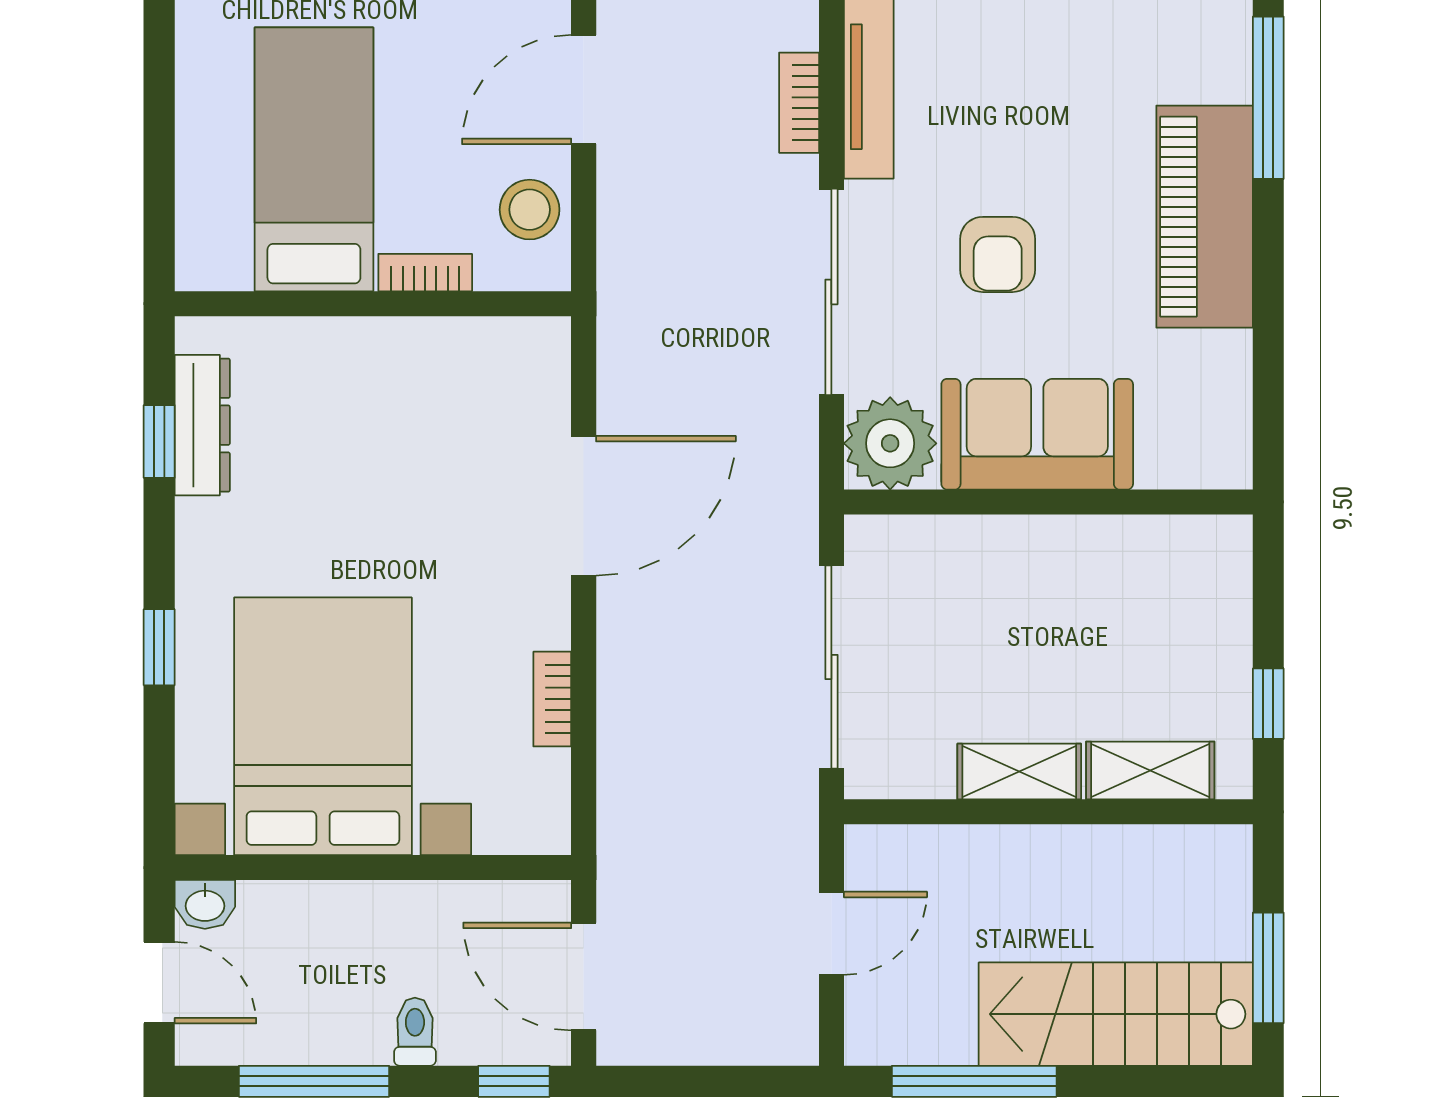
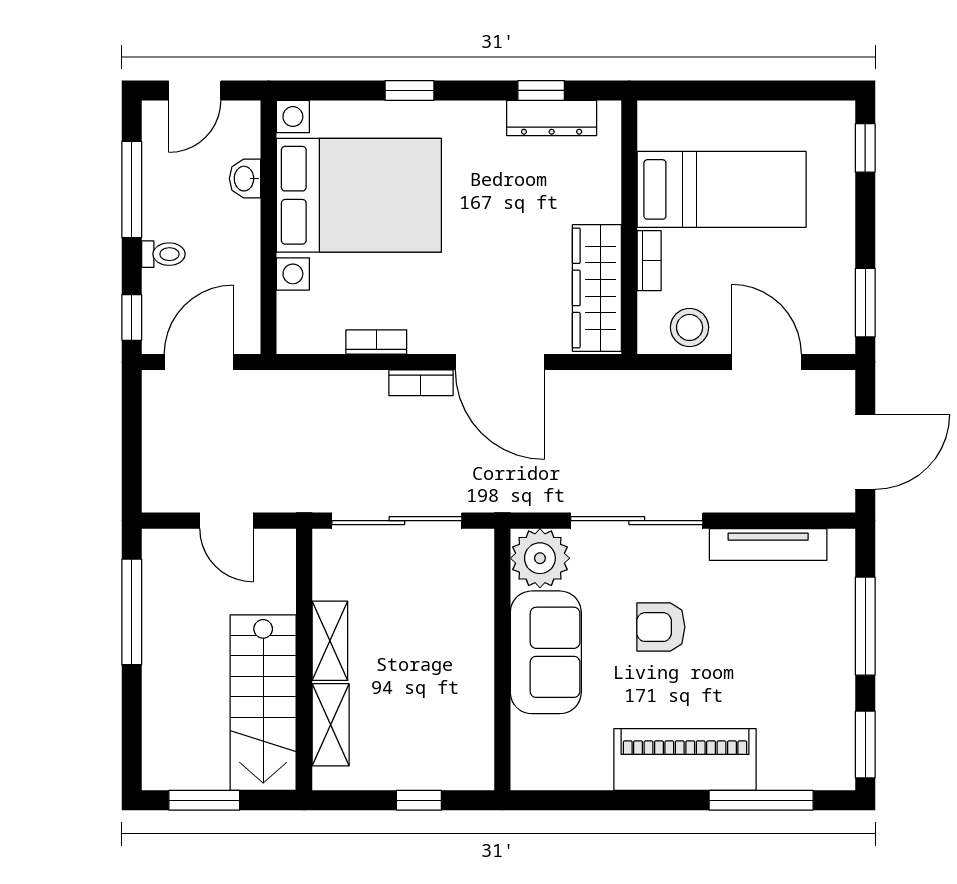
bookcase: (799, 103) -> (421, 383), moved, turned 180
wardrobe: (468, 354) -> (597, 288), added
window: (1268, 704) -> (419, 800), moved
washbasin: (205, 904) -> (245, 179), moved
stairs: (1116, 1014) -> (263, 703), moved, turned 180

